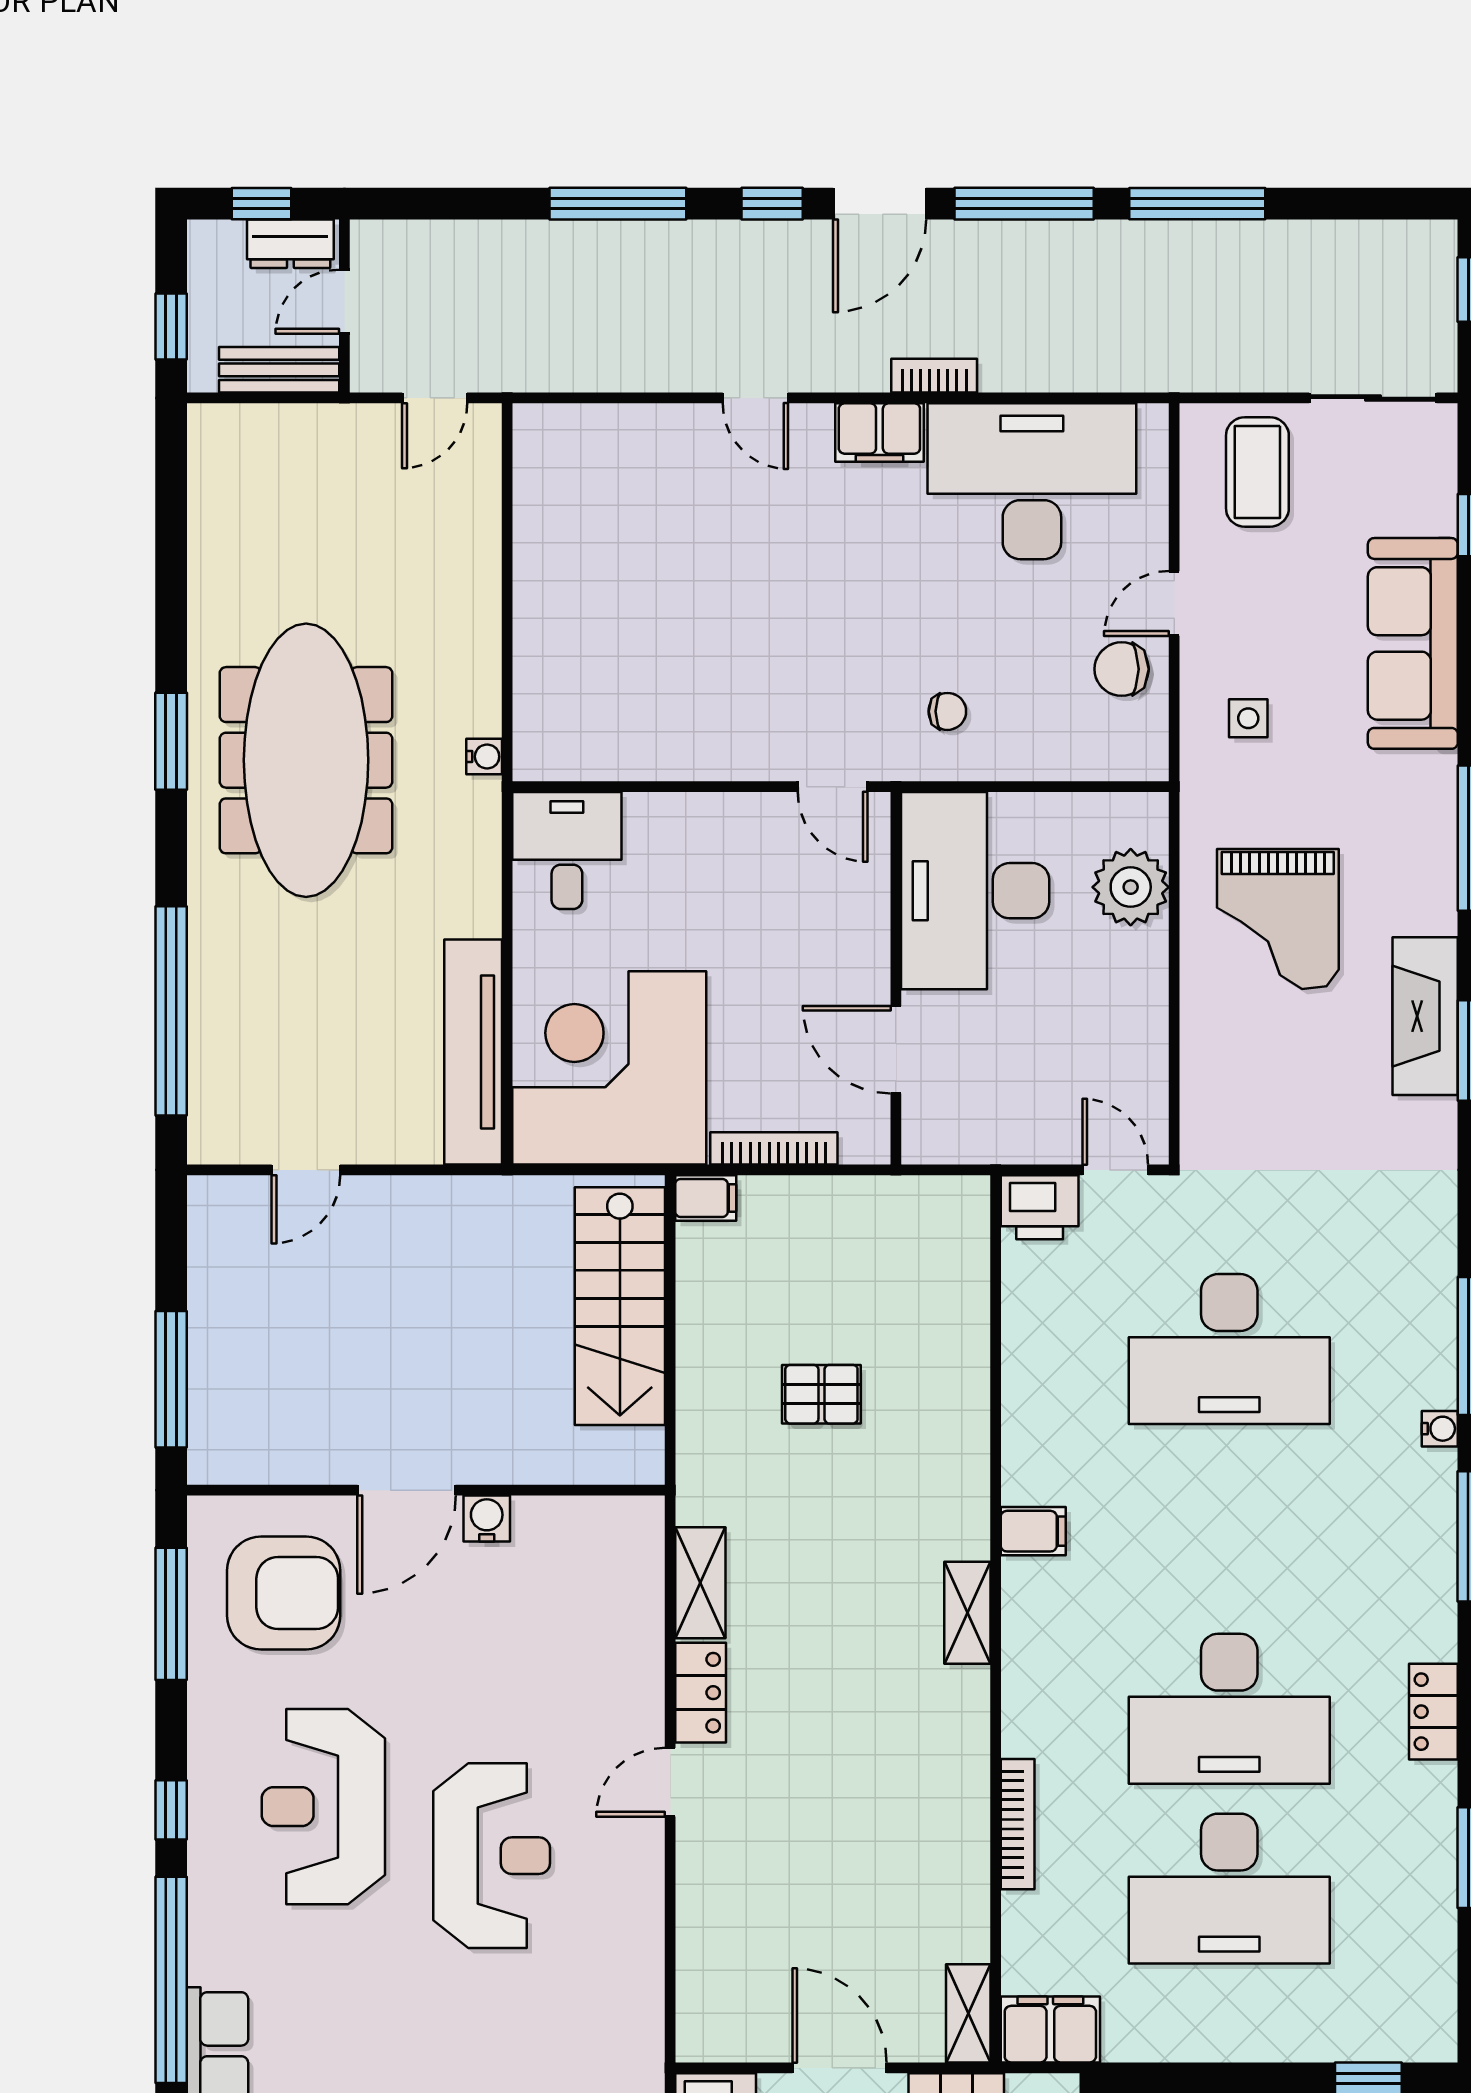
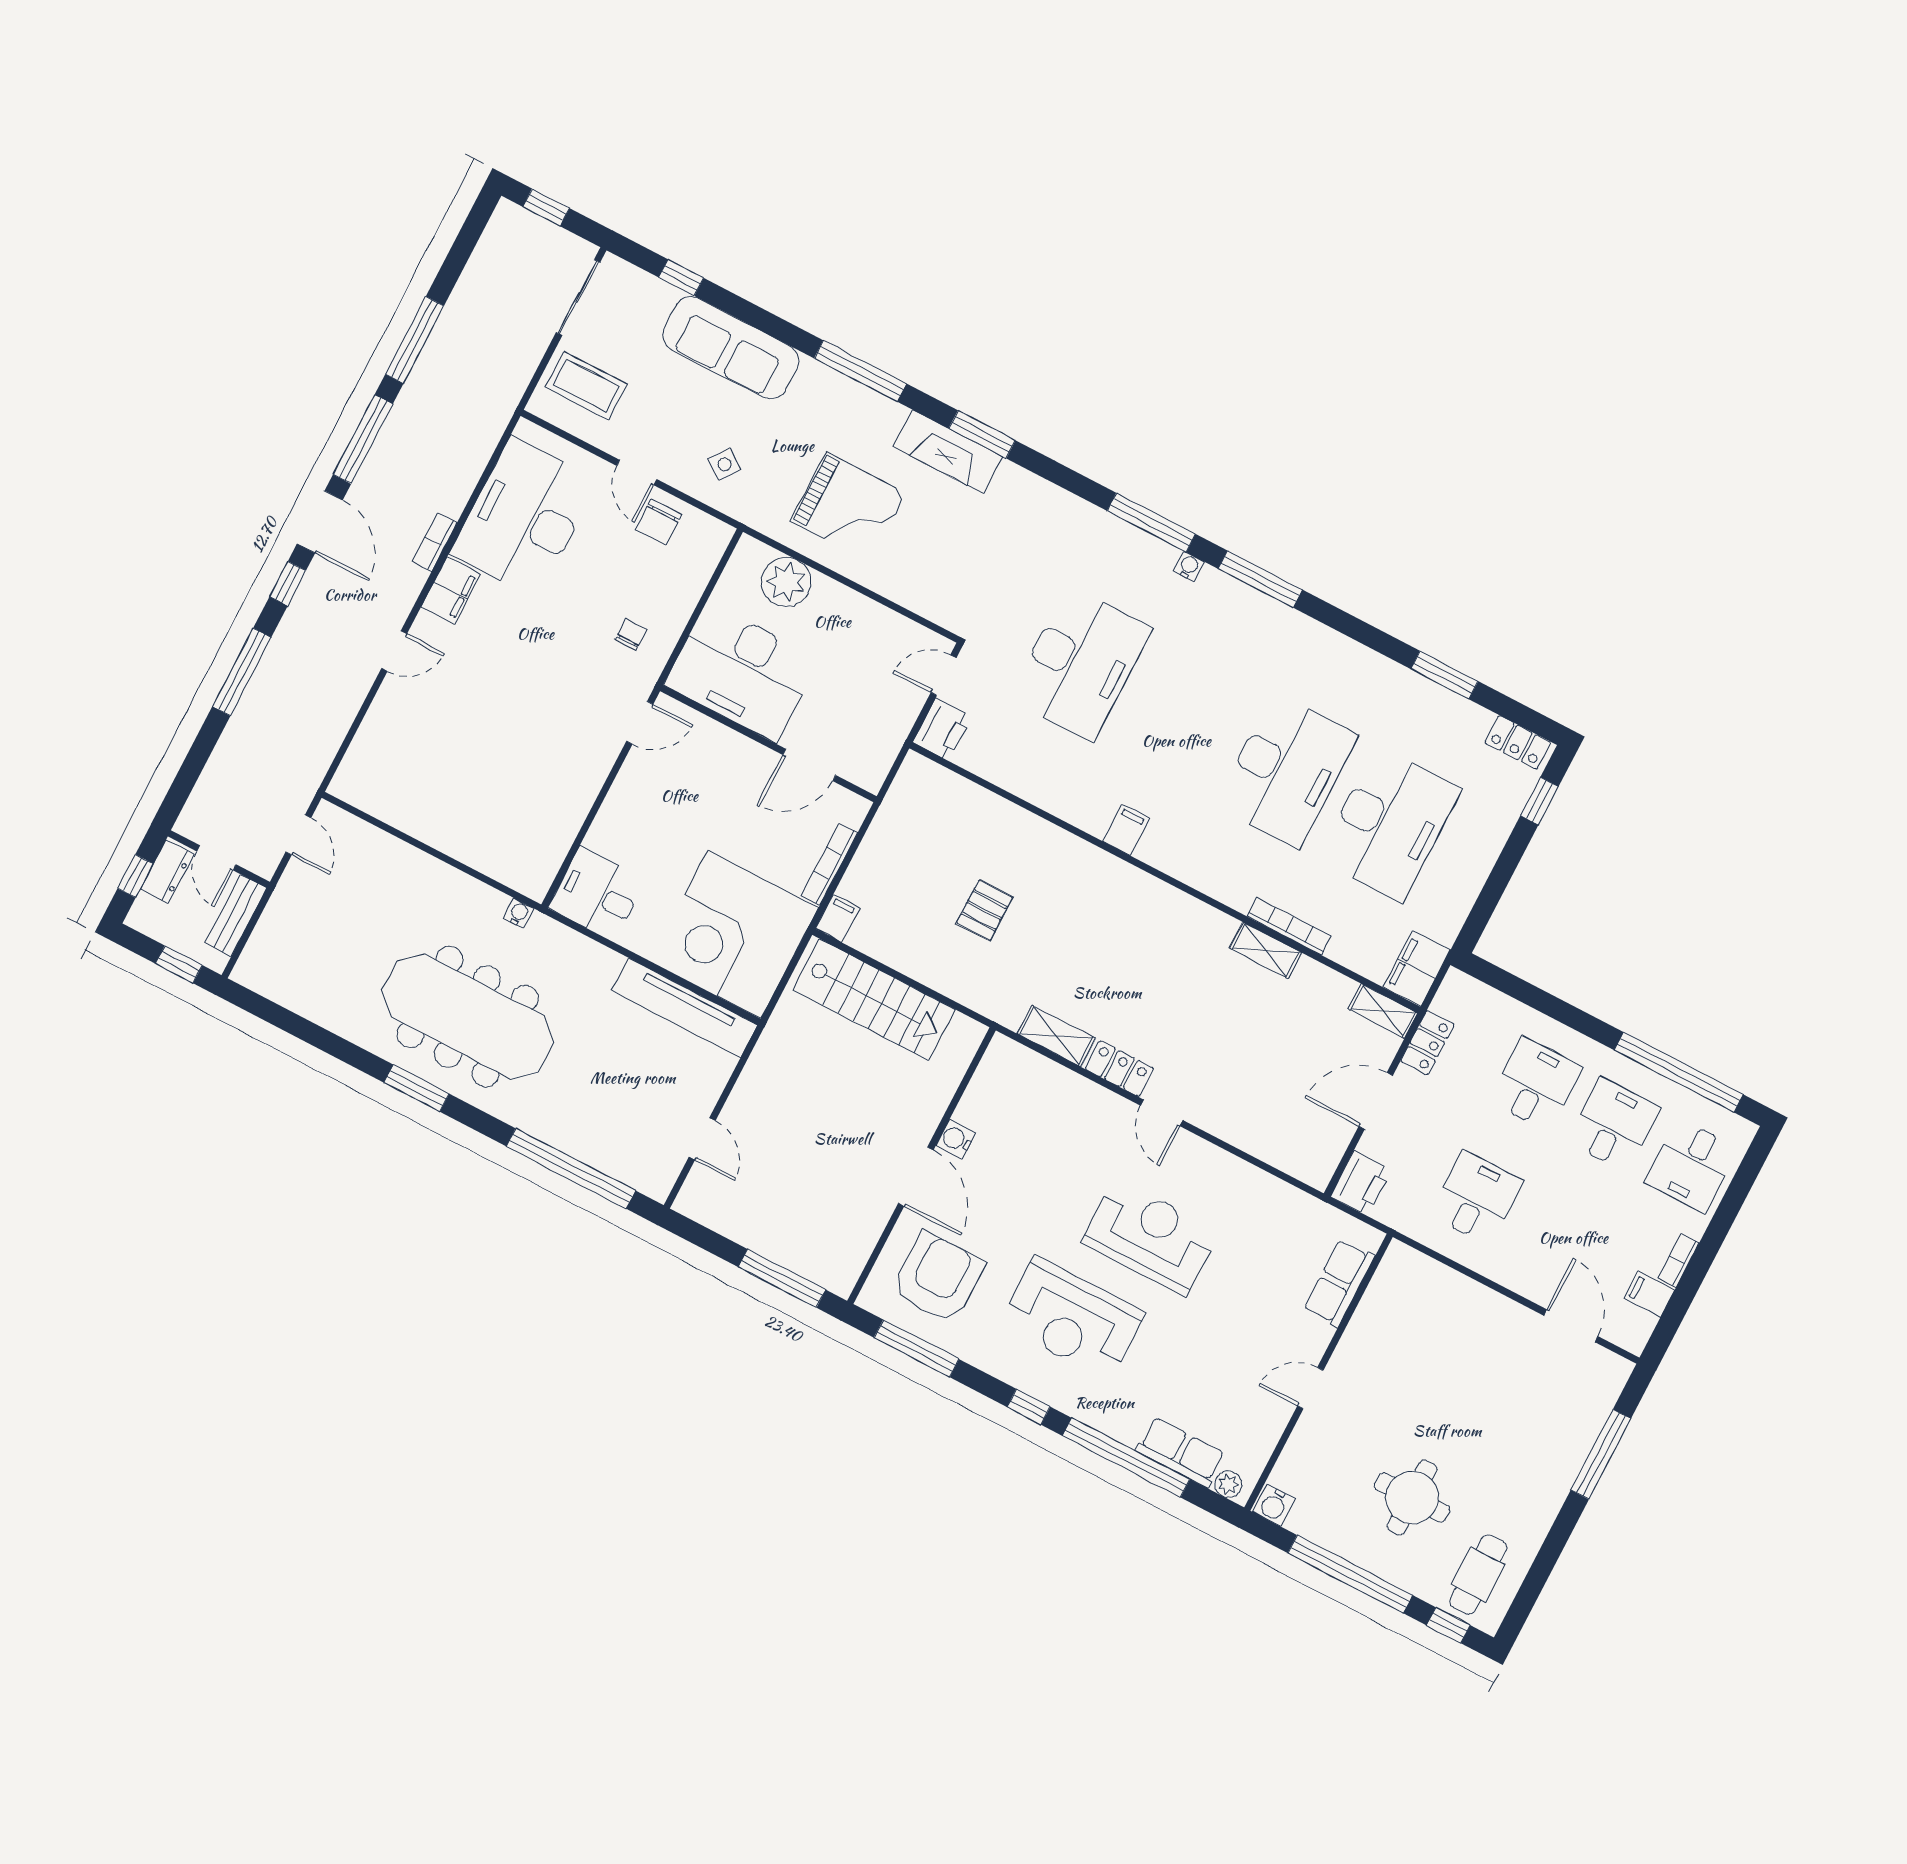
side table: (1248, 718) -> (725, 464), turned 36
shelving: (967, 1613) -> (1266, 950), moved
locker: (1433, 1712) -> (1518, 742), moved

